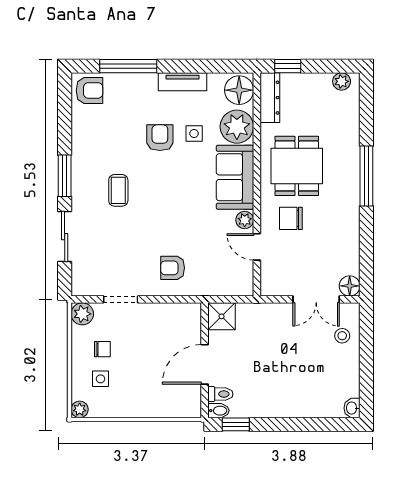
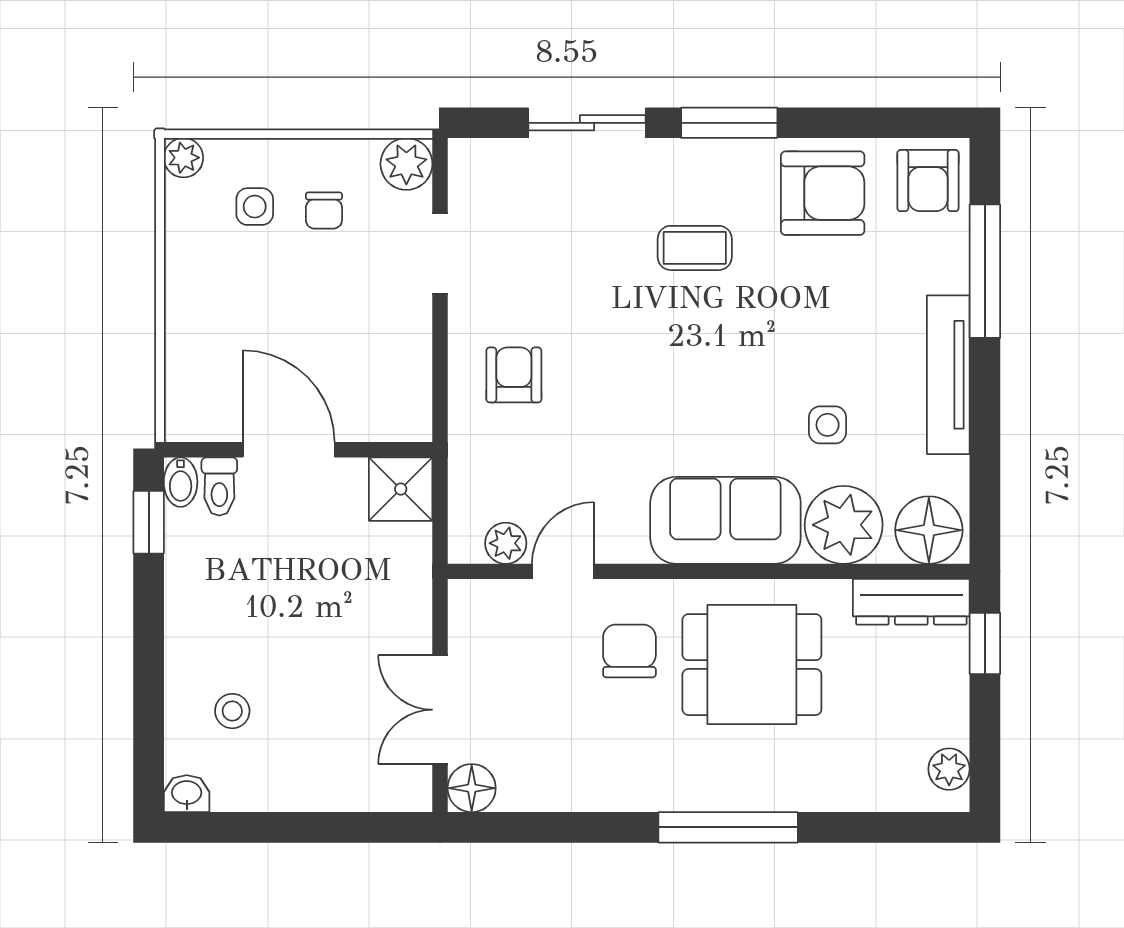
tv unit: (182, 82) -> (948, 375), width x1.41
armchair: (160, 138) -> (823, 193), moved, width x1.38, depth x1.38
plant: (245, 220) -> (506, 543), moved
stool: (342, 336) -> (232, 711), moved

